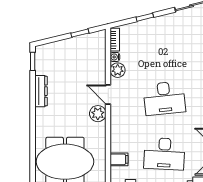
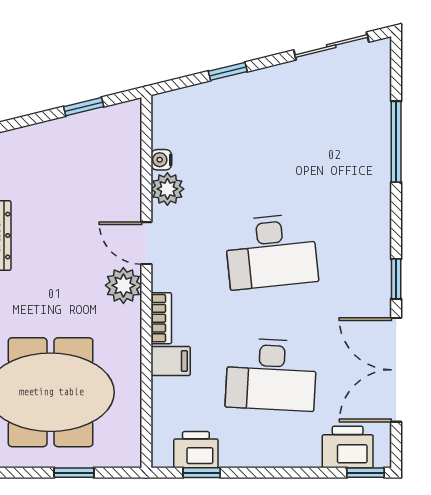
bookcase: (115, 40) -> (161, 318), moved
filing cabinet: (119, 159) -> (171, 361), moved

